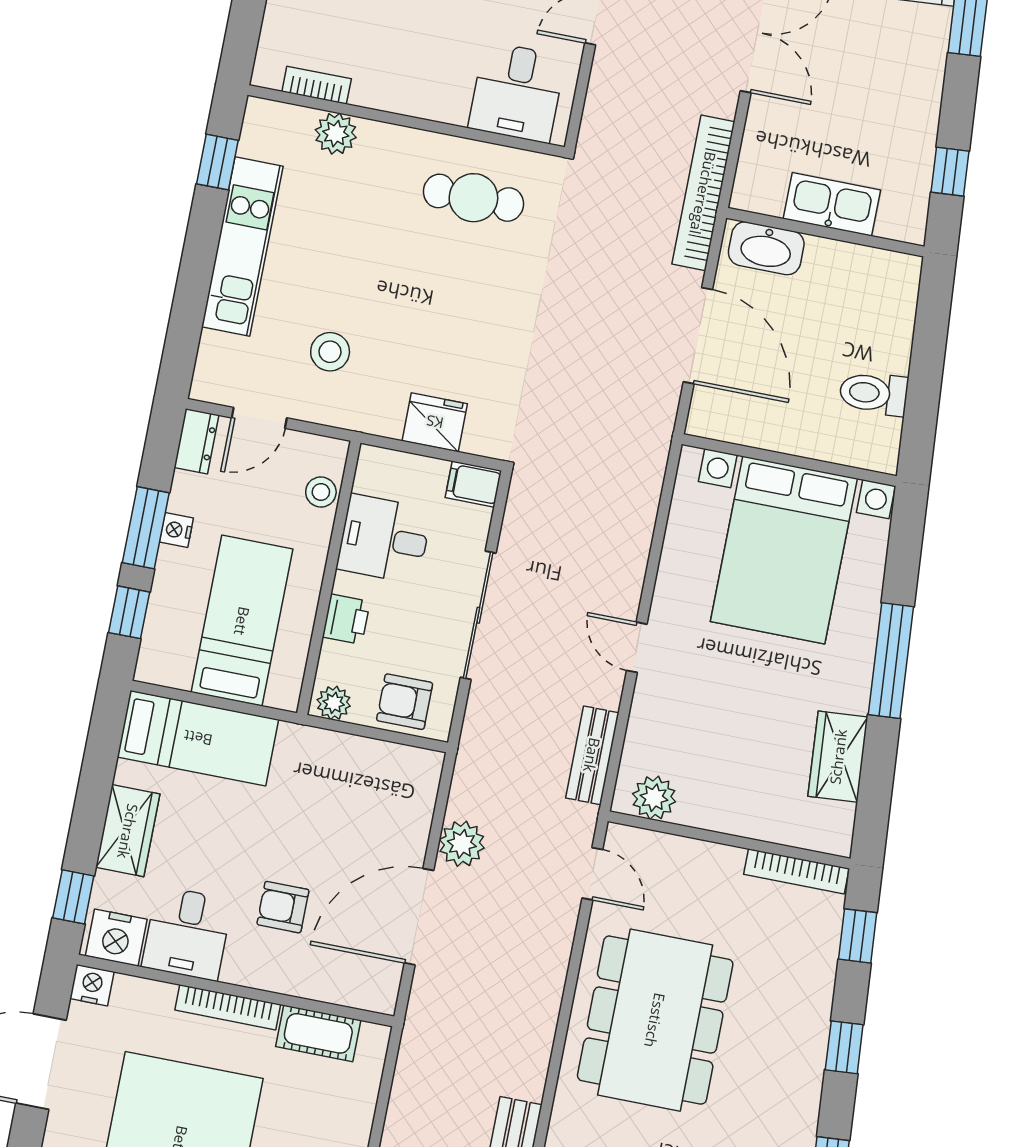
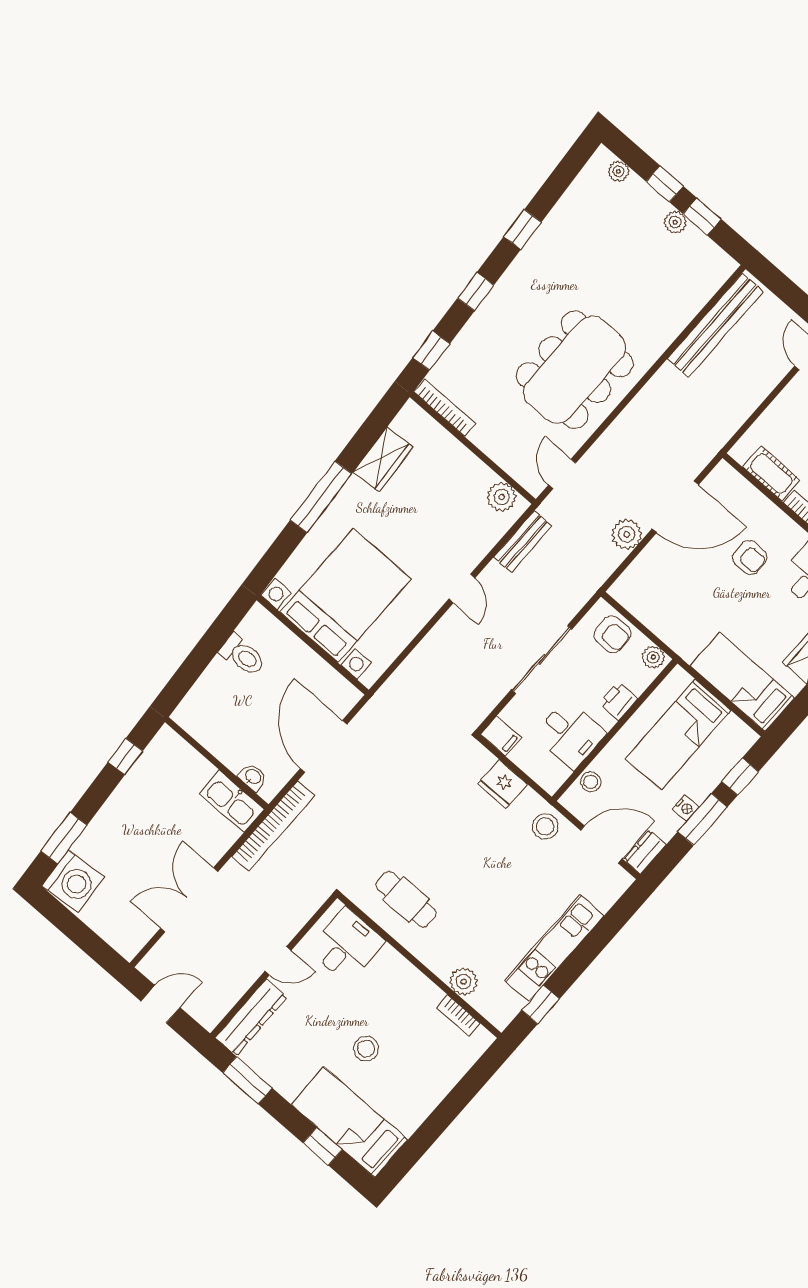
kitchen sink: (832, 204) -> (232, 801), moved
washbasin: (766, 248) -> (253, 777), width x0.52, depth x0.69
stool: (330, 352) -> (545, 826), moved
door: (259, 418) -> (601, 845), width x1.38

